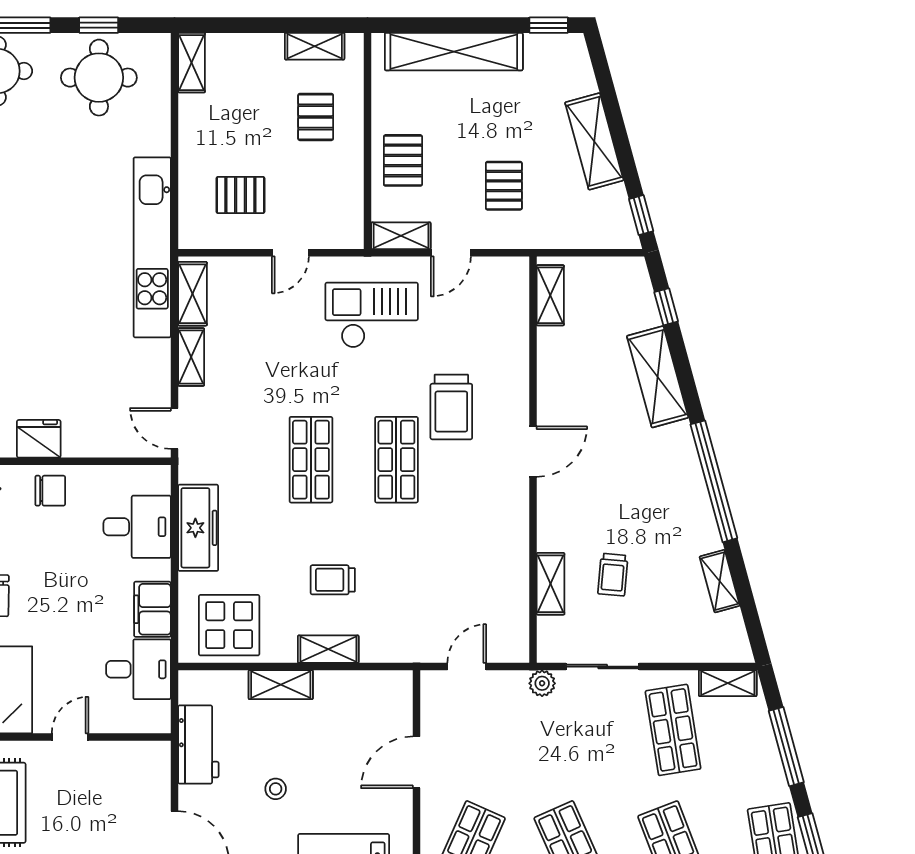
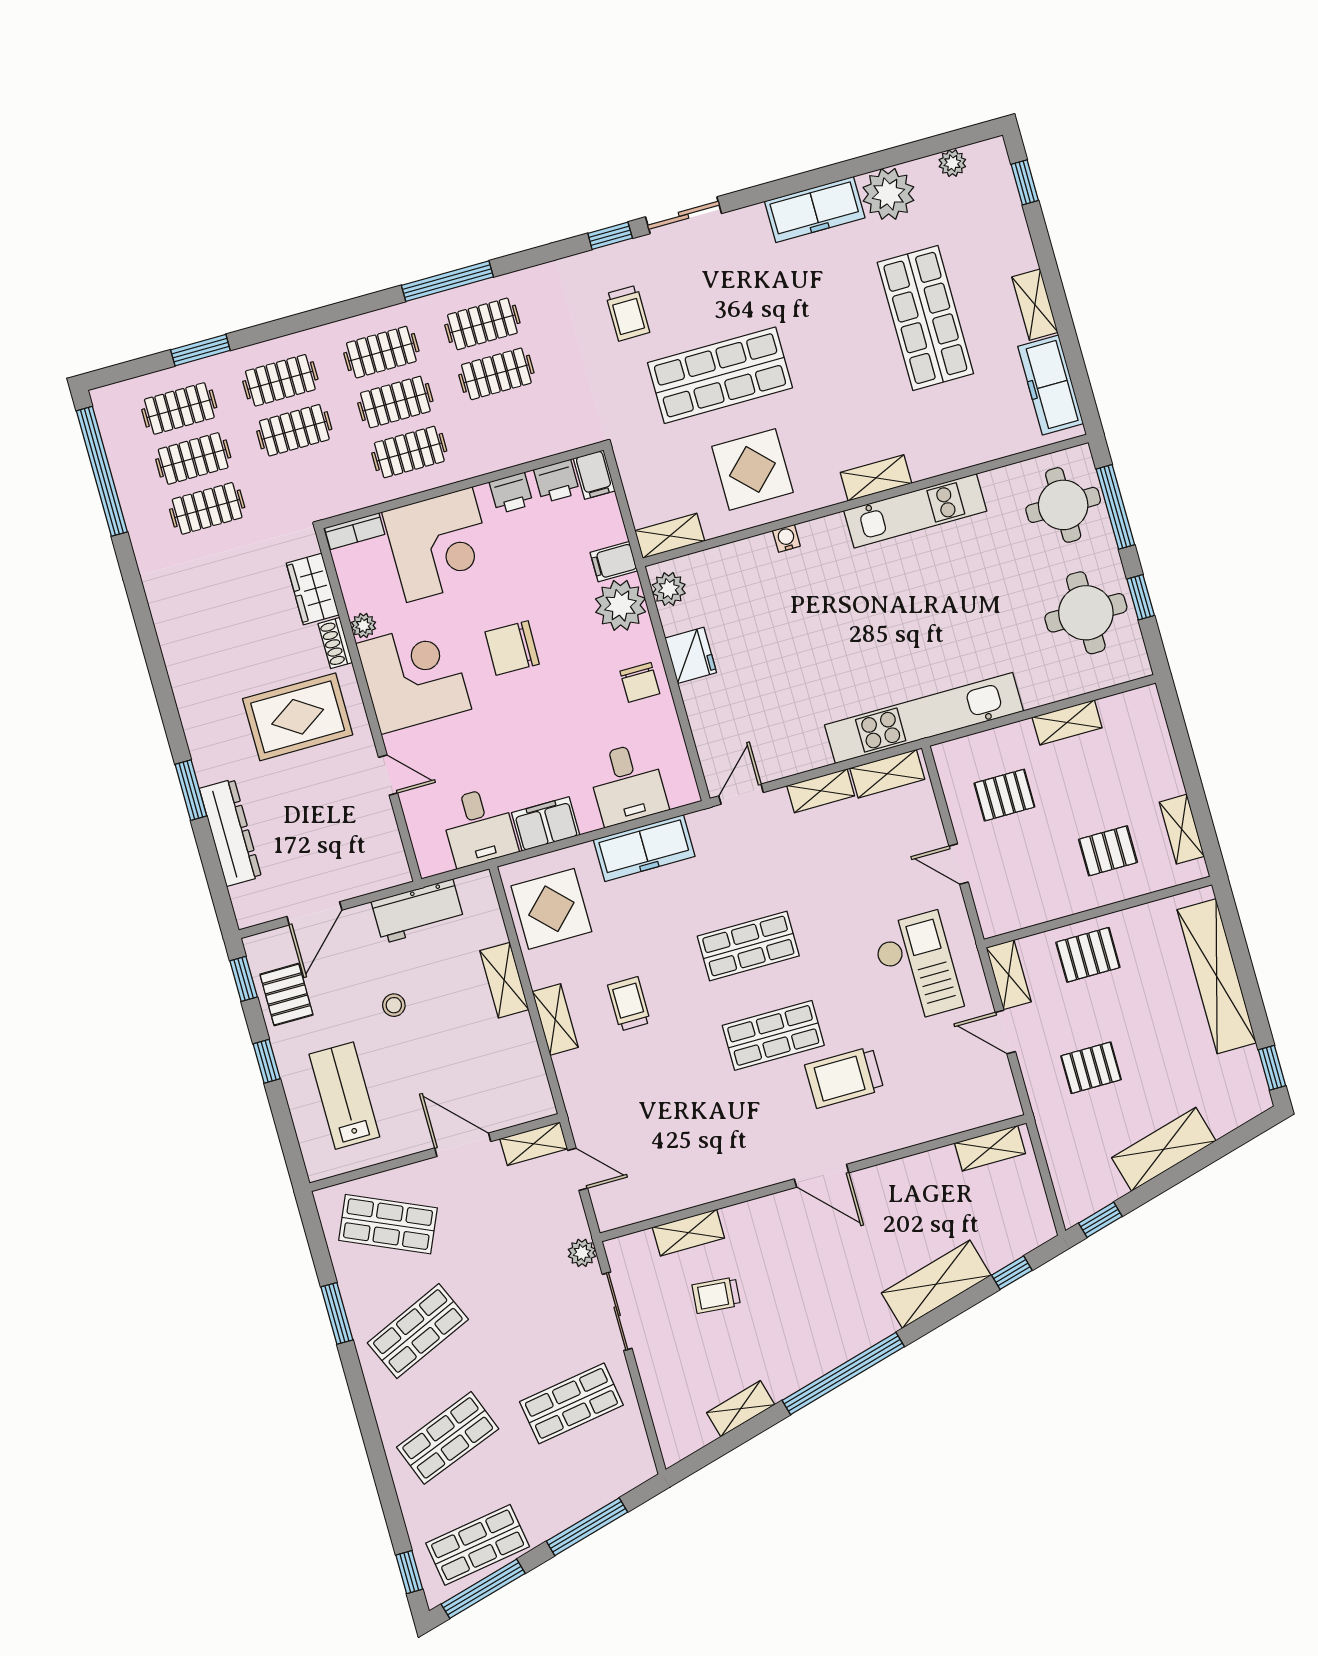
shelving: (192, 63) -> (1067, 722), moved
pallet: (240, 195) -> (1004, 795), turned 90
shelving: (728, 683) -> (534, 1144), moved, turned 90

